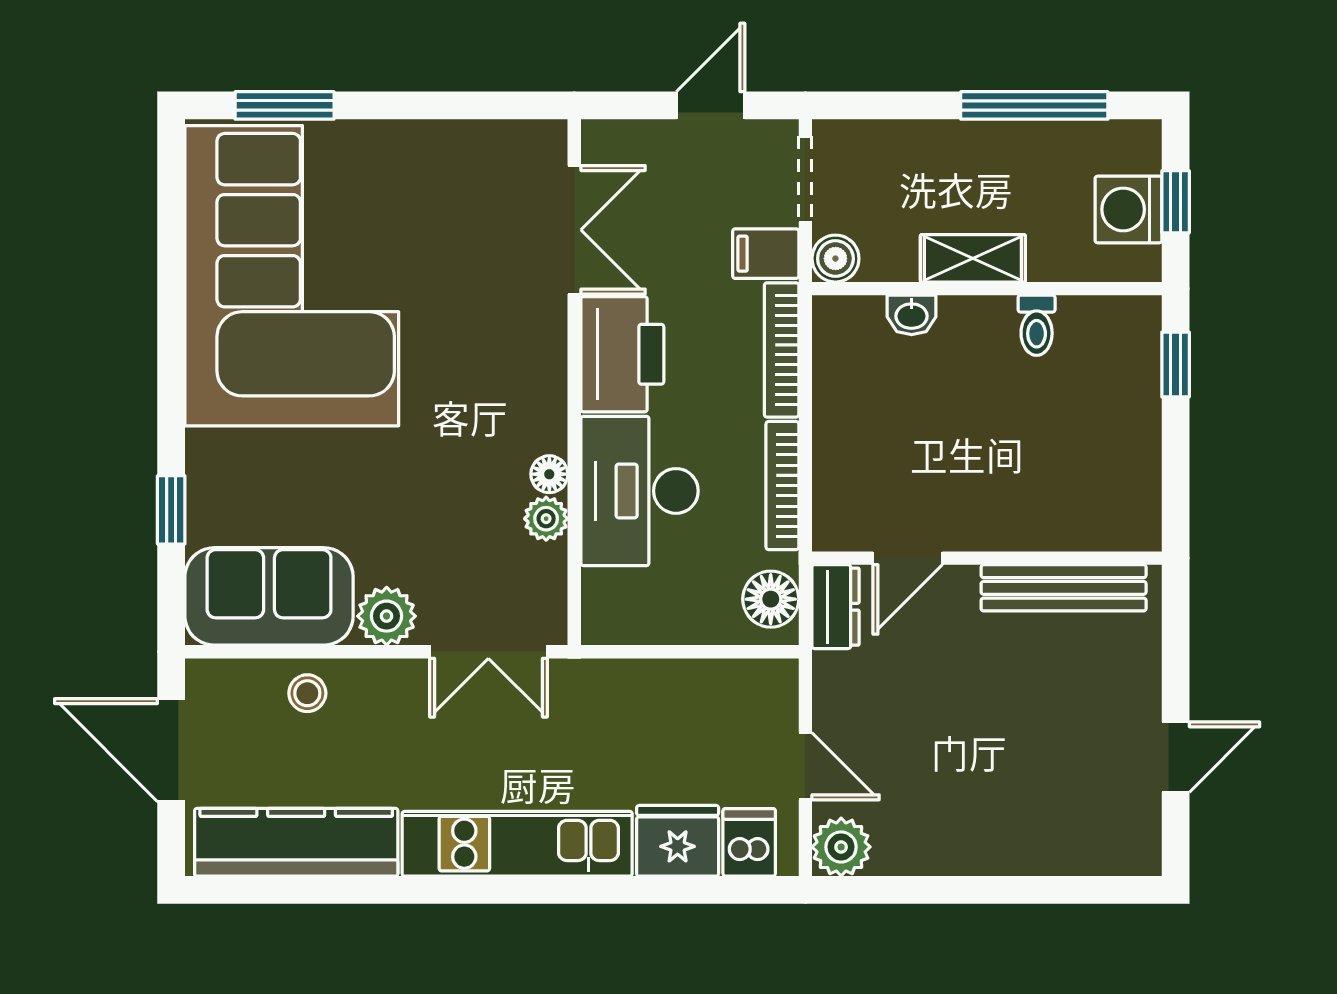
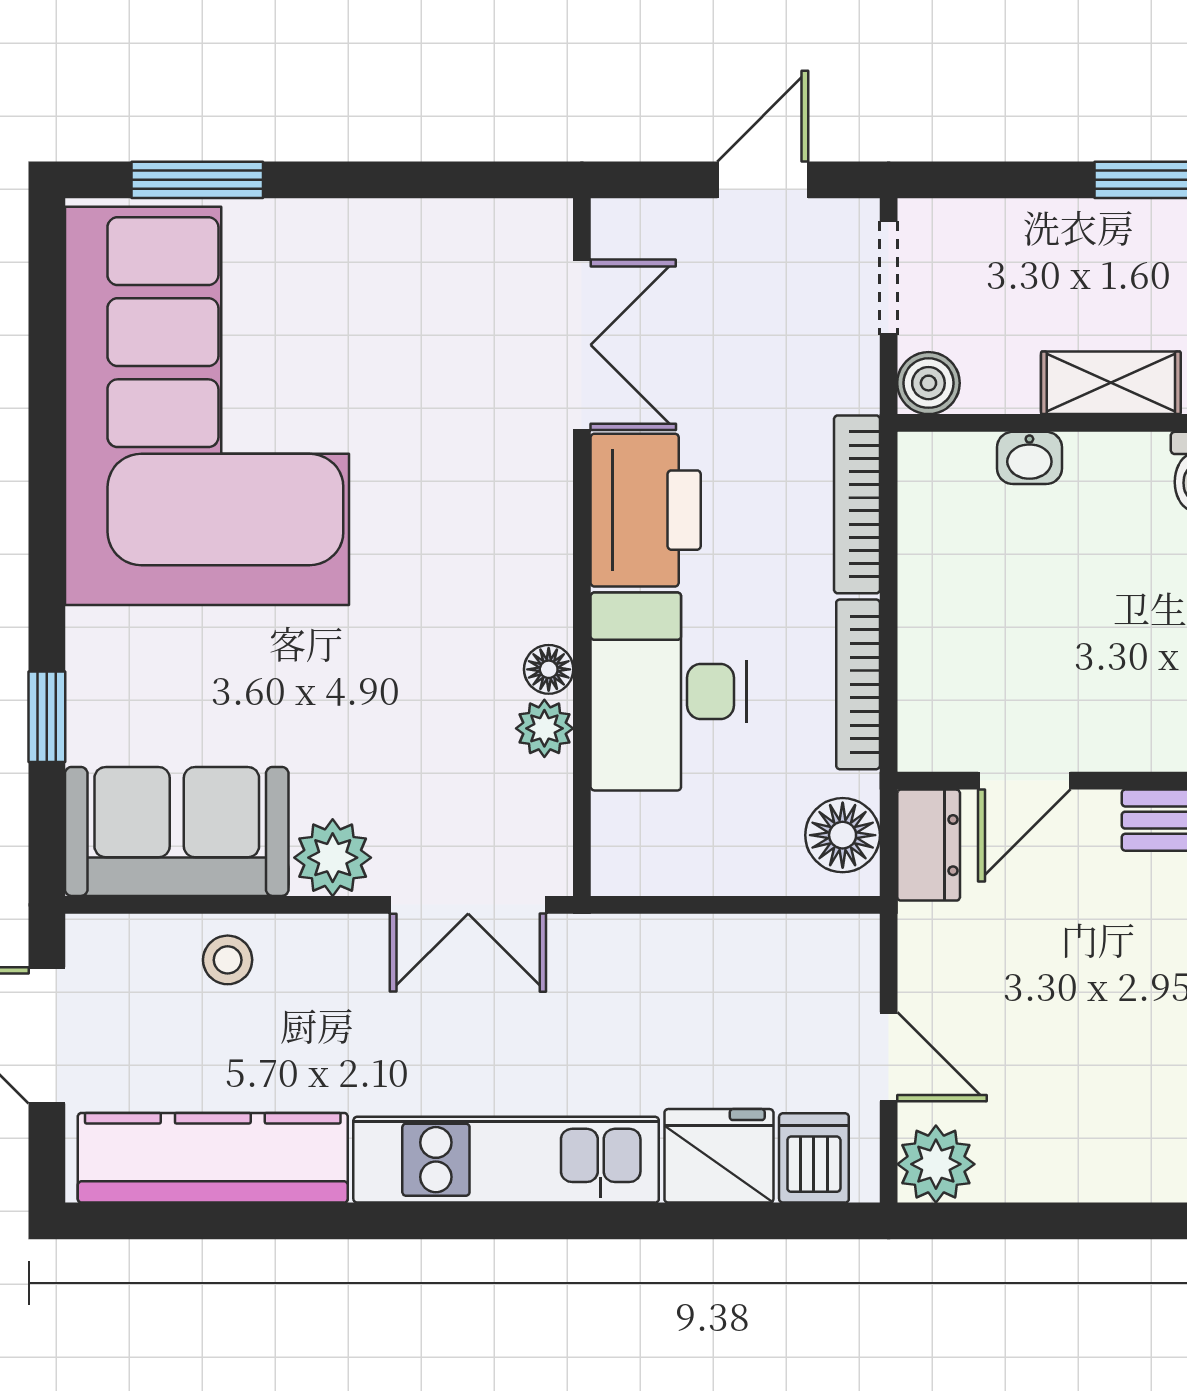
filing cabinet: (766, 254) -> (836, 377), removed

